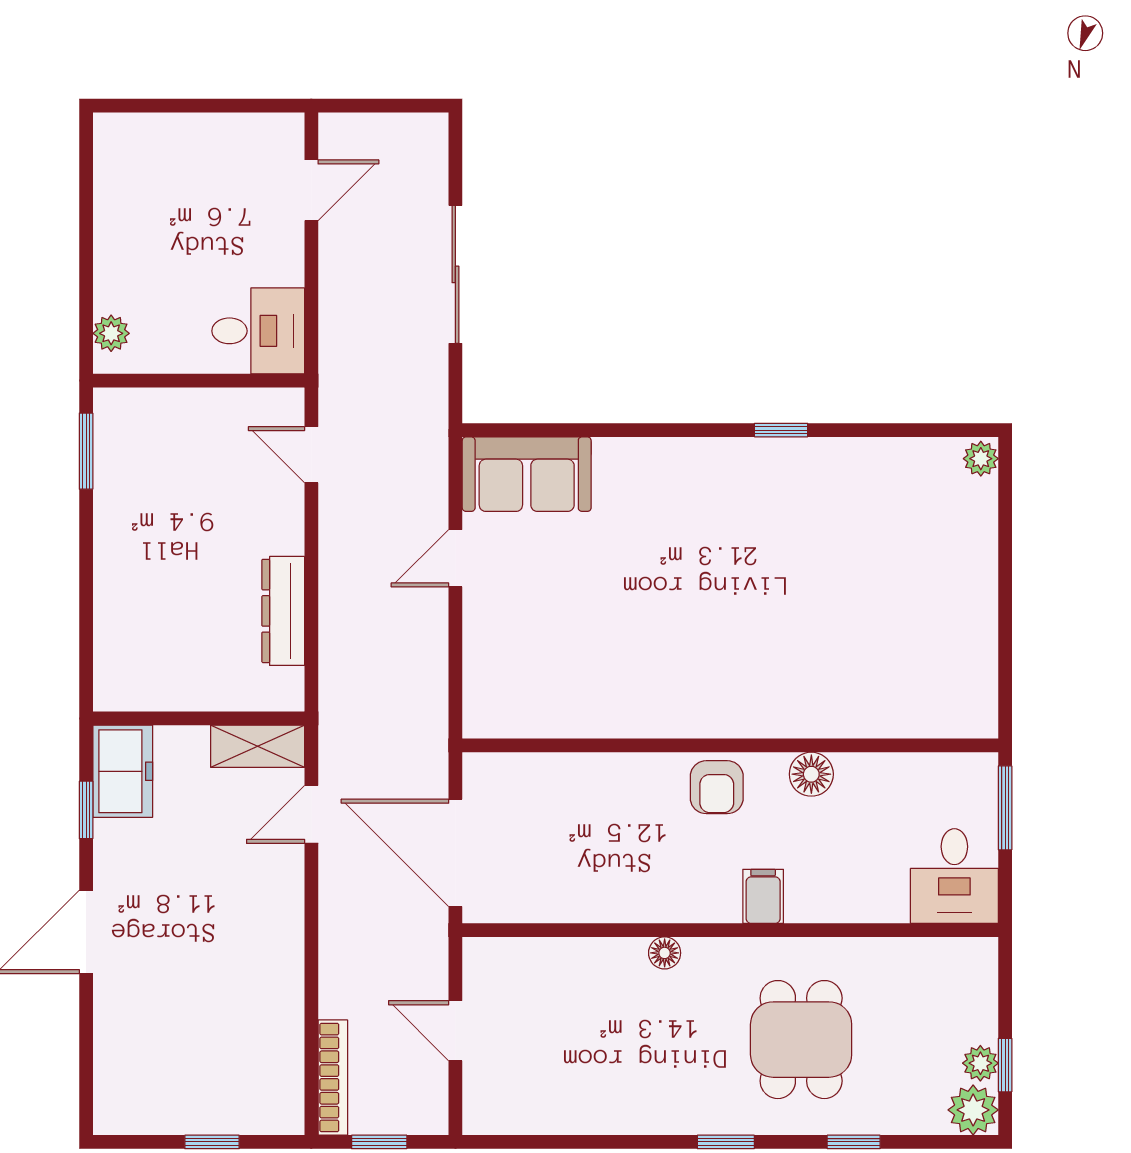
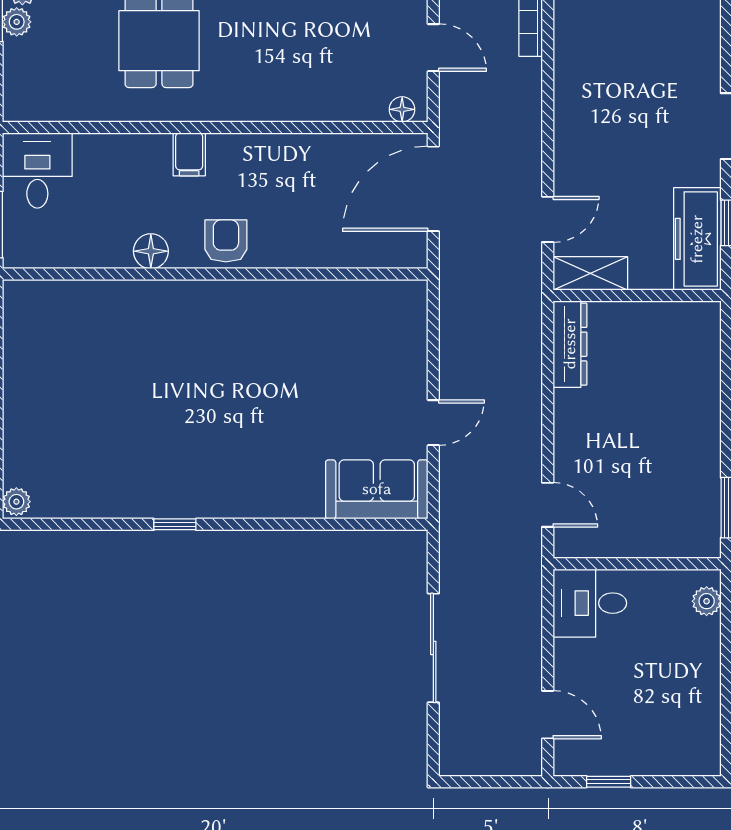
window: (234, 106) -> (609, 782), added
door: (311, 190) -> (548, 715), swing flipped
dresser: (283, 611) -> (570, 344), moved
freezer: (123, 771) -> (697, 239), width x1.40
door: (455, 853) -> (433, 189), swing flipped
floor lamp: (665, 953) -> (402, 109), moved

